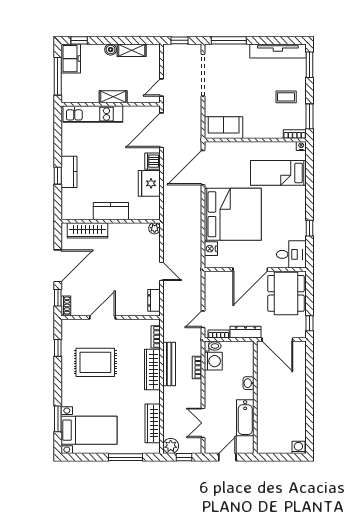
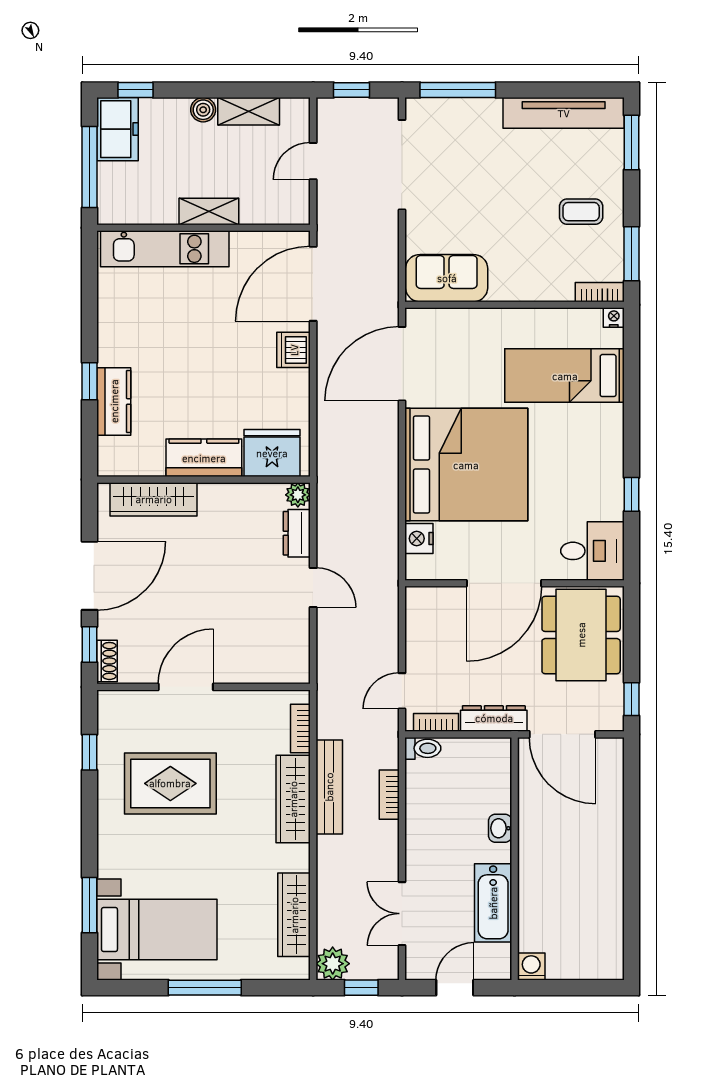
door: (162, 87) -> (313, 161), moved
kitchen counter: (69, 172) -> (114, 401), moved
fridge: (149, 183) -> (272, 453), moved, turned 90
dresser: (154, 300) -> (297, 533), moved
washing machine: (213, 361) -> (424, 781), removed
washing machine: (298, 447) -> (531, 967), moved
window: (125, 457) -> (205, 988), moved

